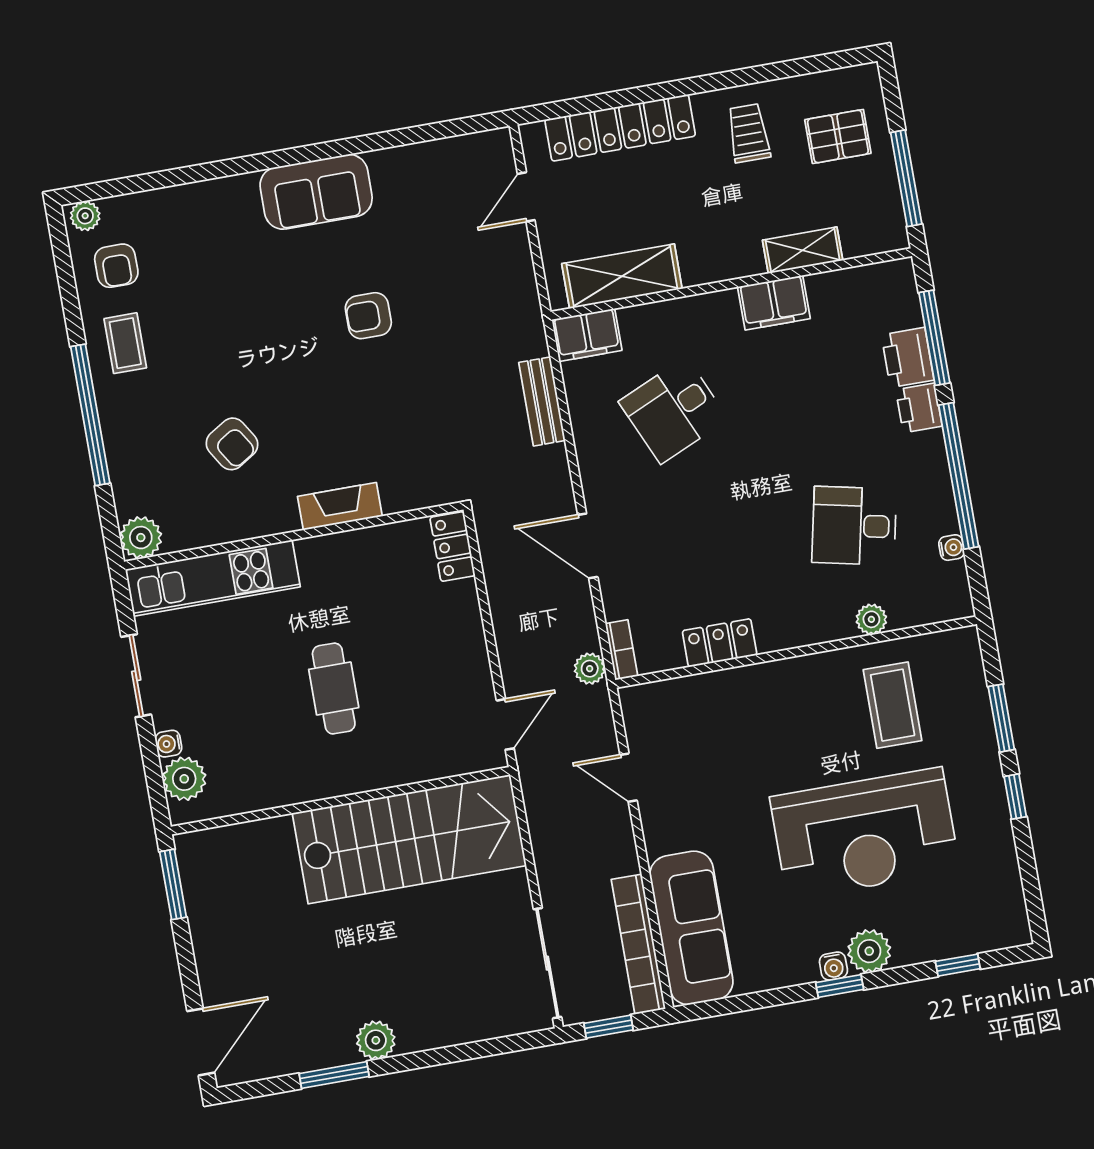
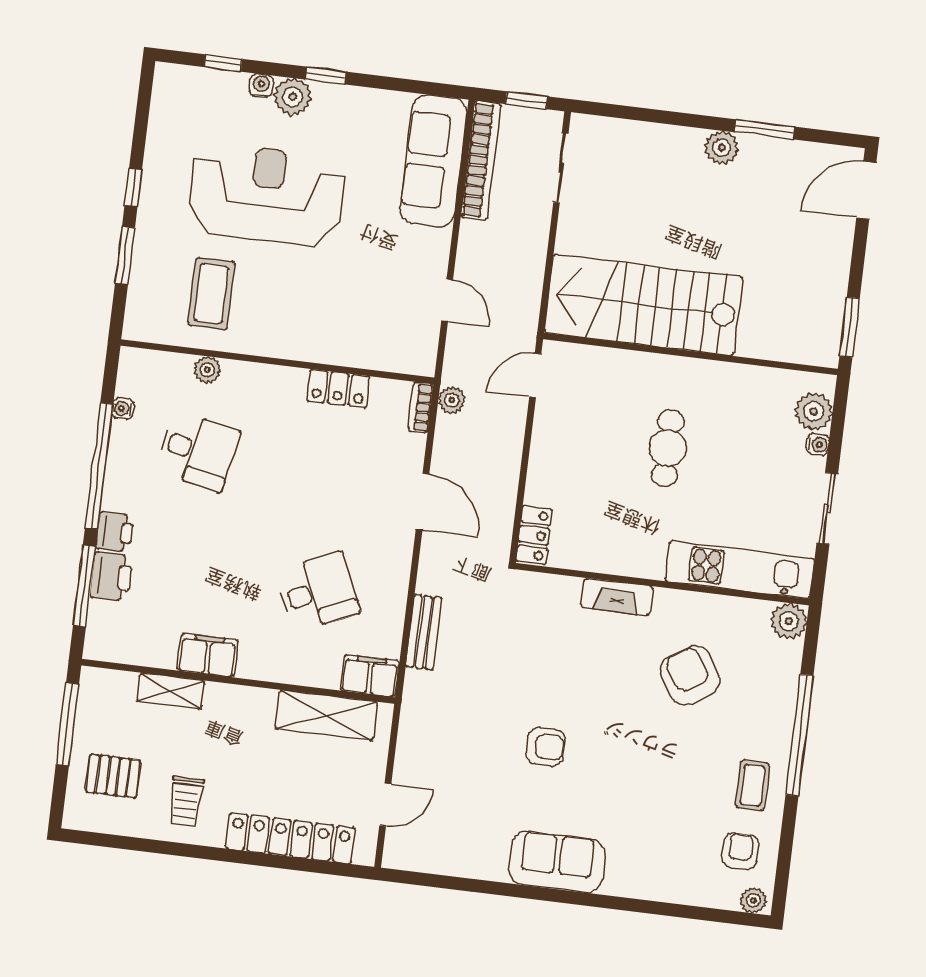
armchair: (232, 444) -> (690, 675), width x1.38, depth x1.38
sliding door: (547, 963) -> (561, 168), width x0.73
water cooler: (833, 966) -> (261, 86), moved

